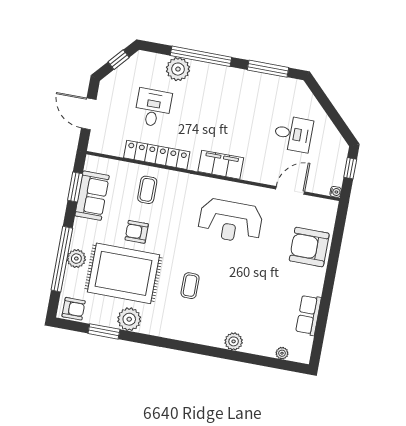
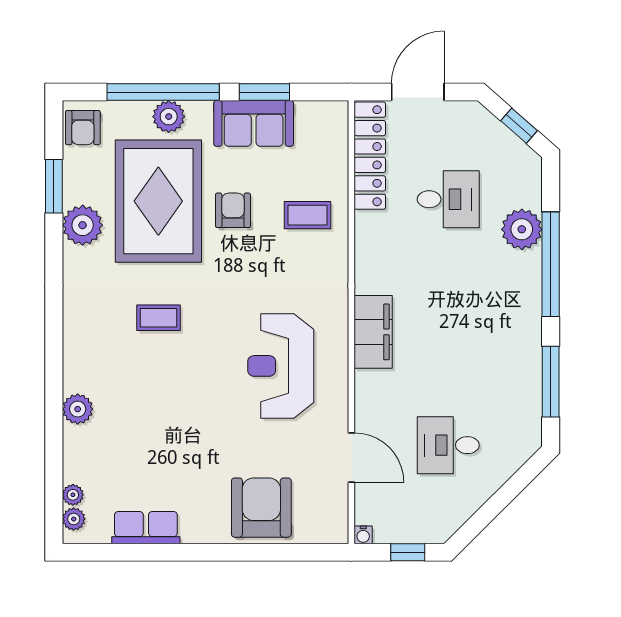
desk: (293, 134) -> (448, 445), turned 90
locker: (157, 155) -> (370, 156), moved
window: (75, 187) -> (264, 92), moved
sofa: (92, 196) -> (254, 123), moved
plant: (296, 355) -> (74, 519), added

